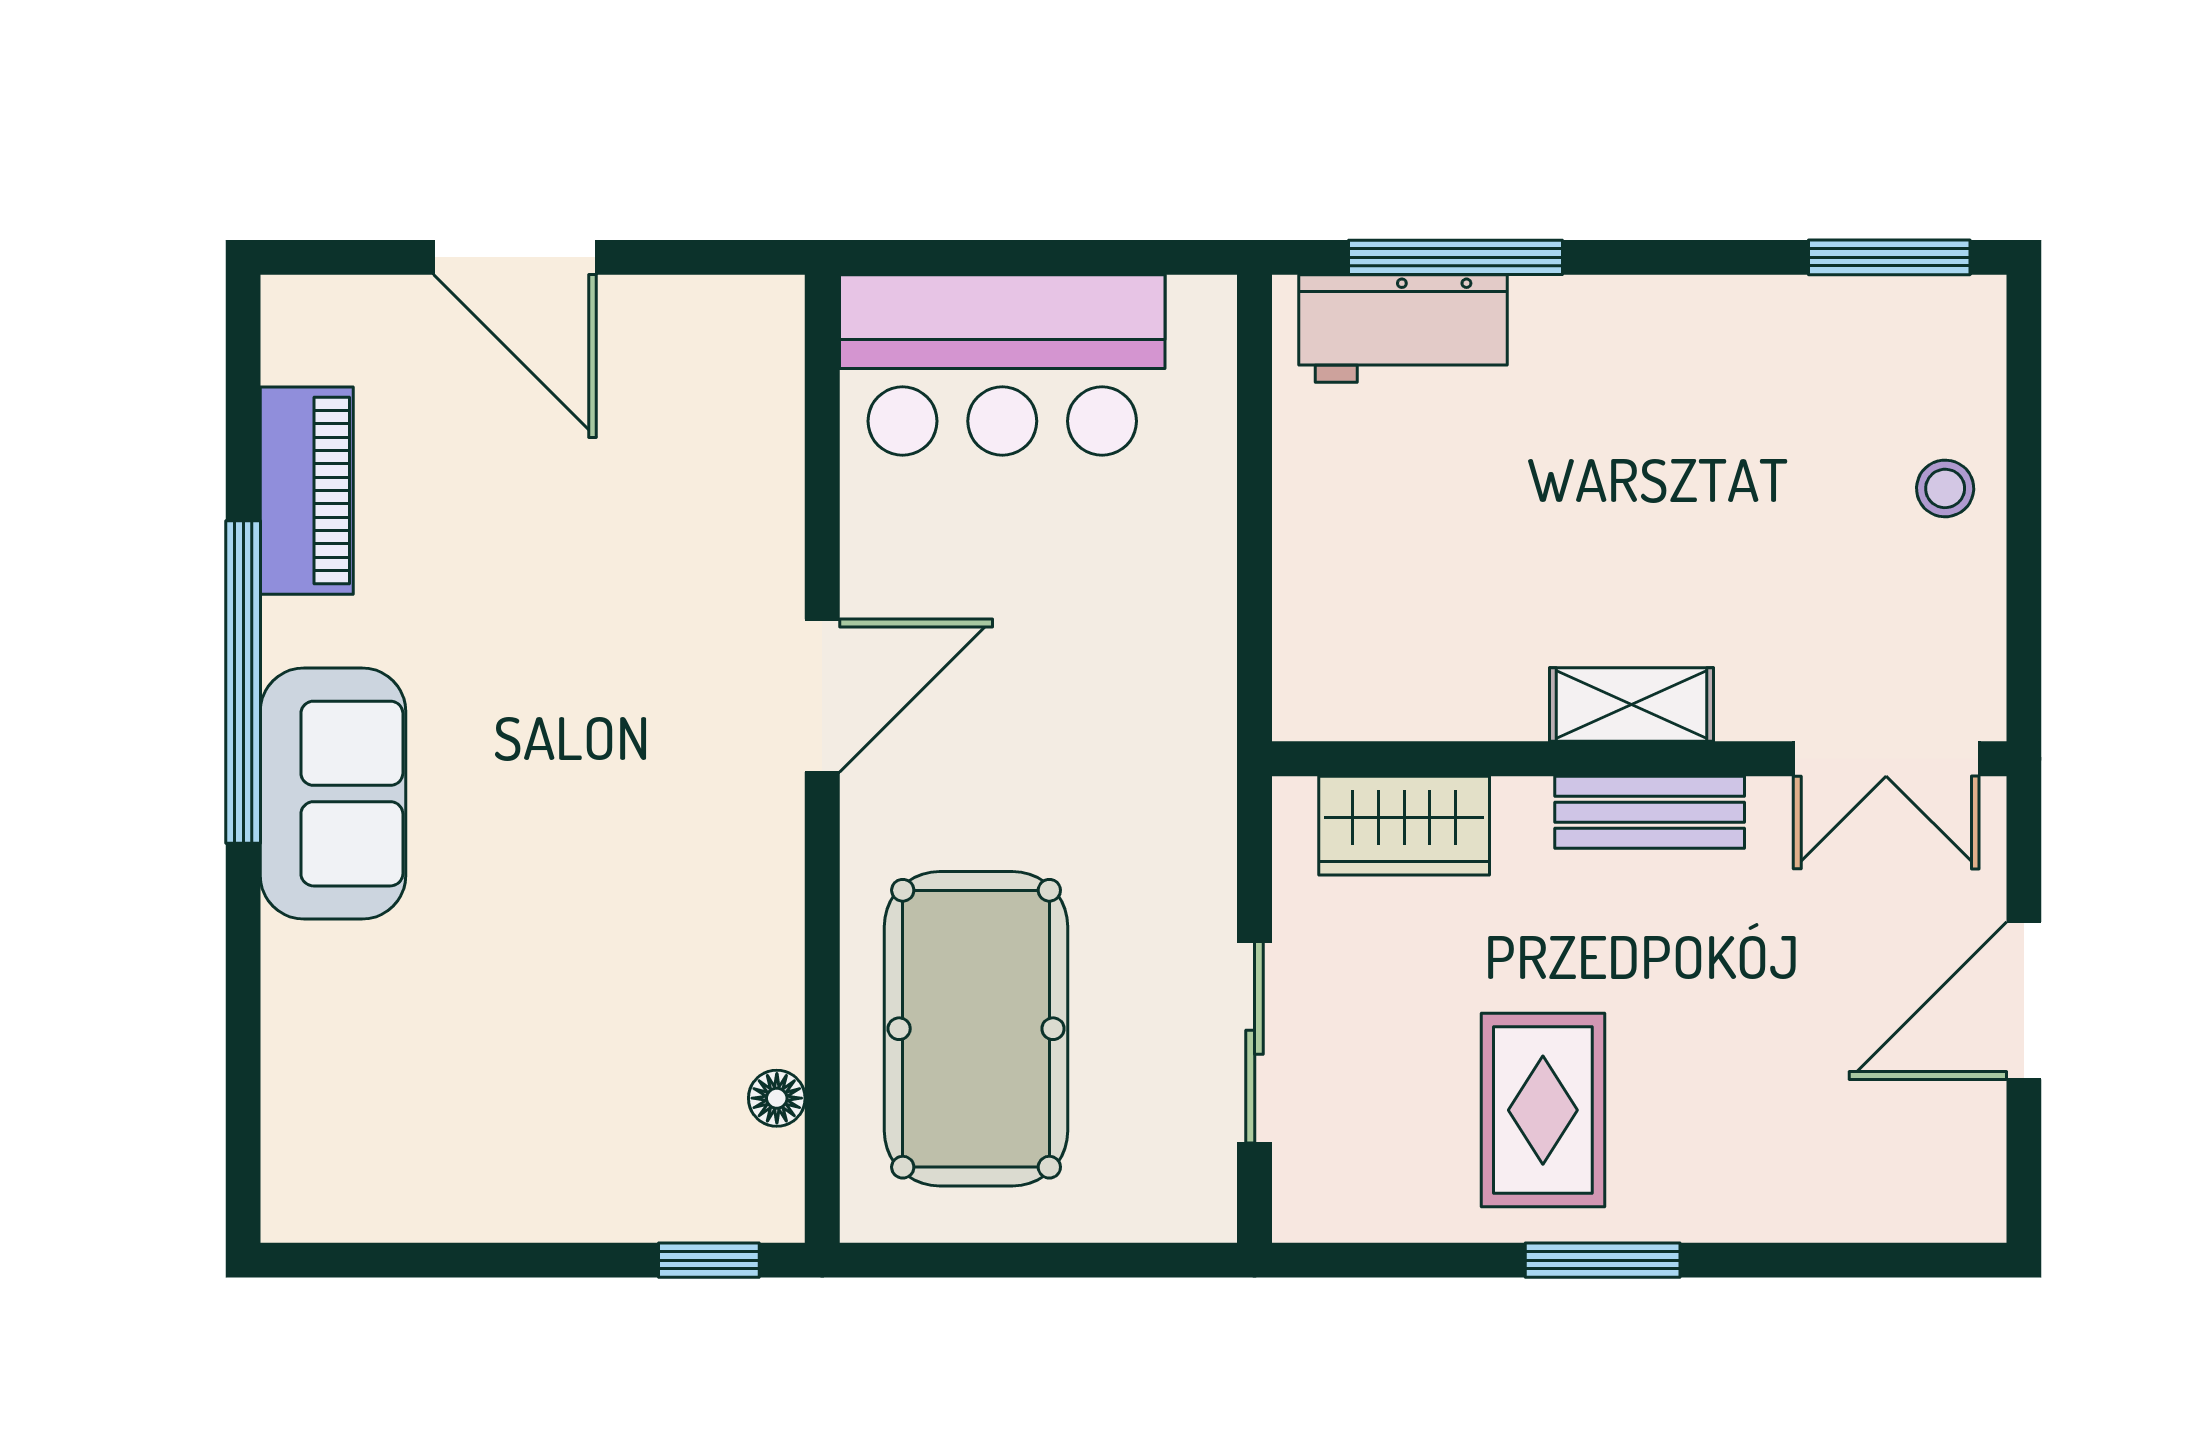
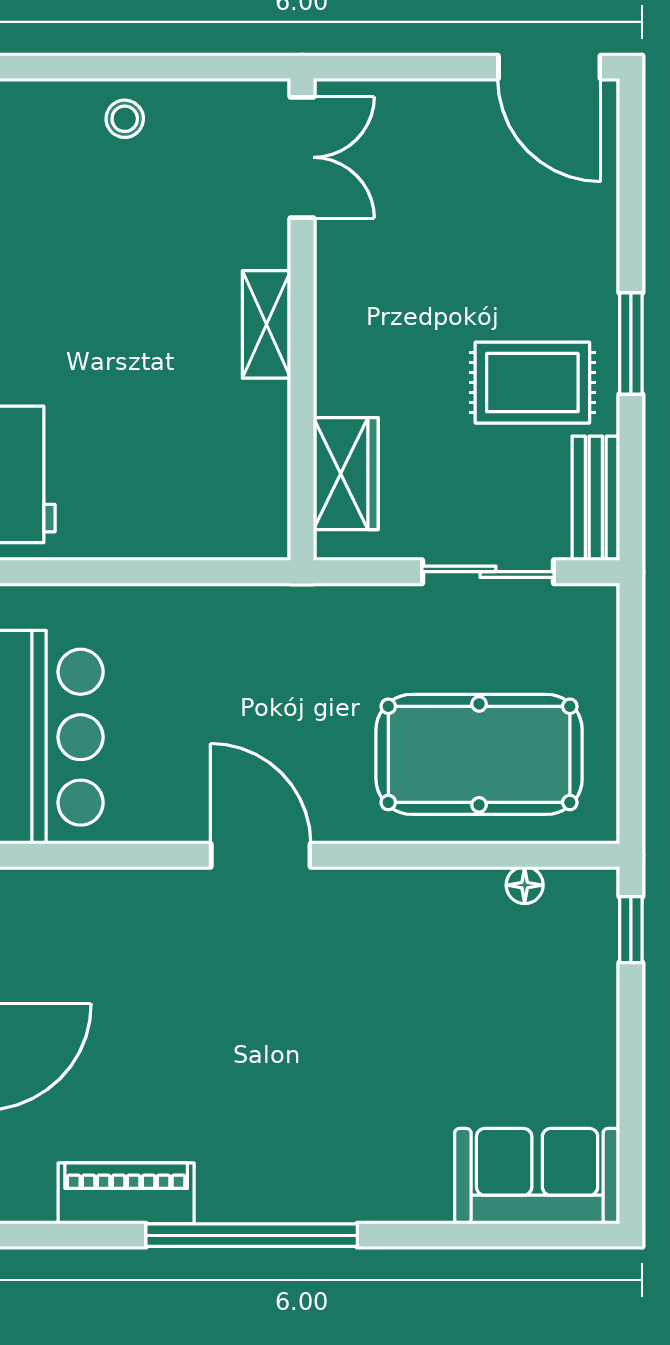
sofa: (333, 794) -> (537, 1176), moved
bench: (1650, 812) -> (596, 498), moved
door: (2024, 1001) -> (549, 67), moved

